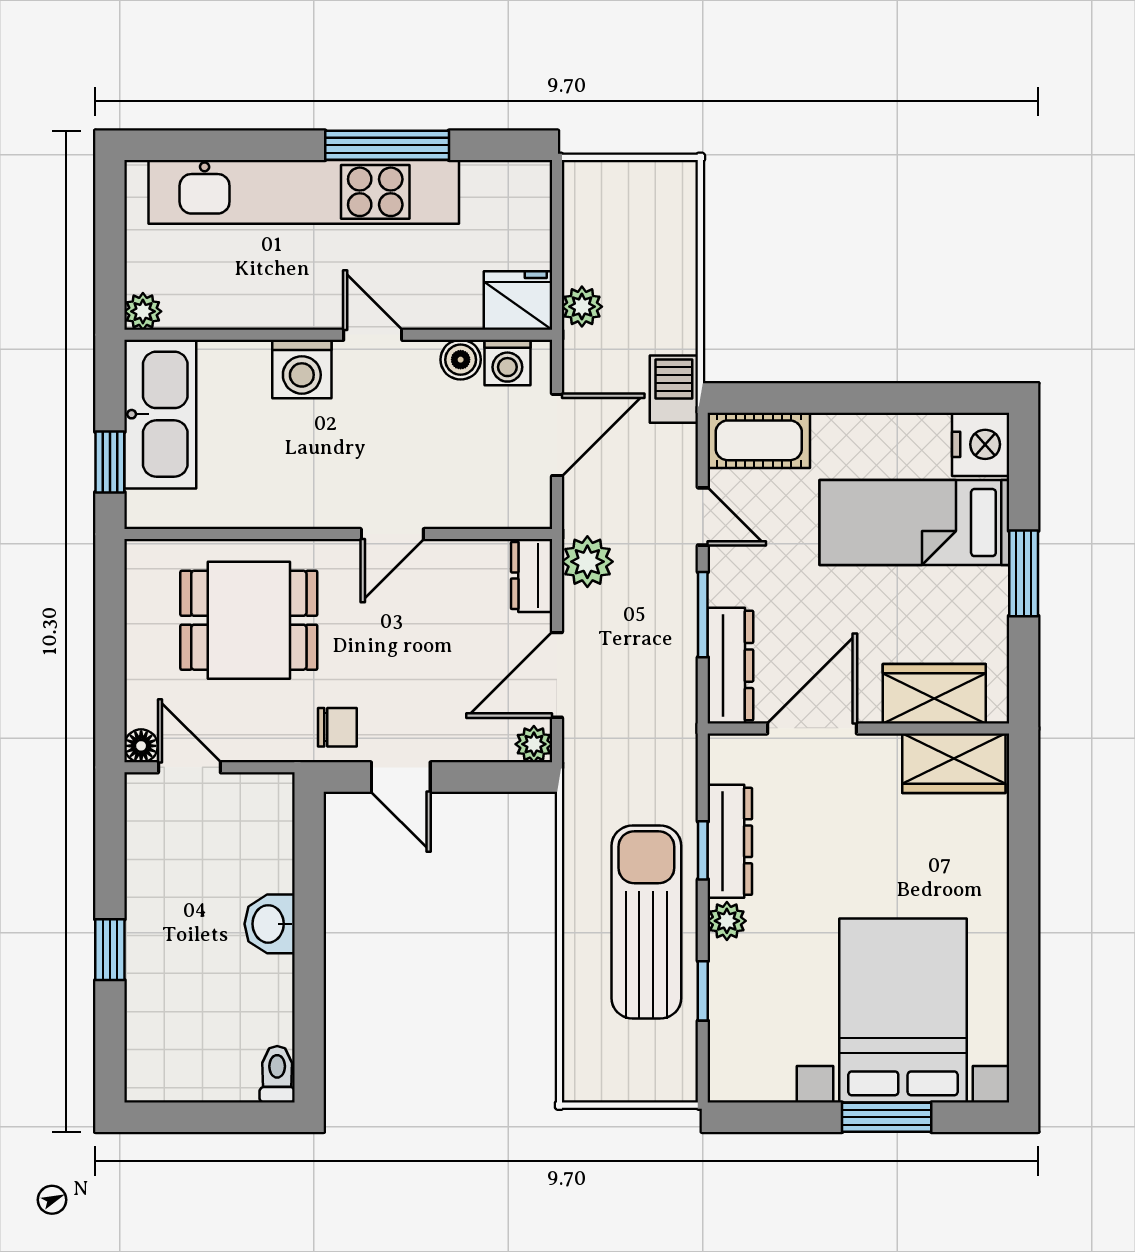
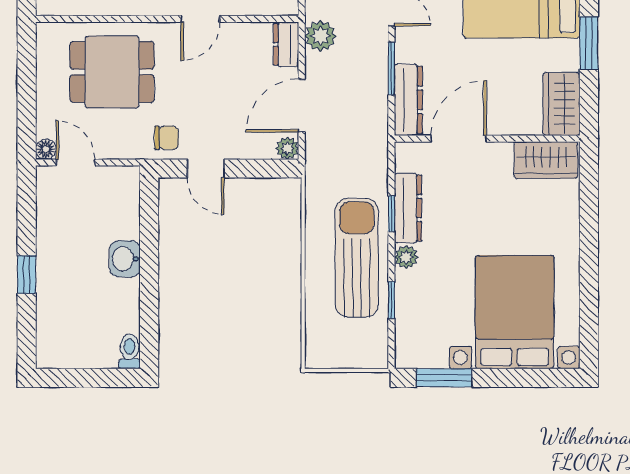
wardrobe: (934, 694) -> (561, 104), moved, turned -90
window: (887, 1117) -> (444, 378), moved

